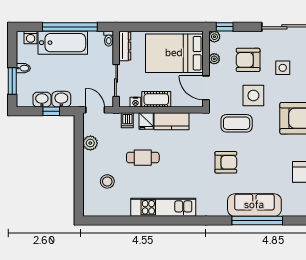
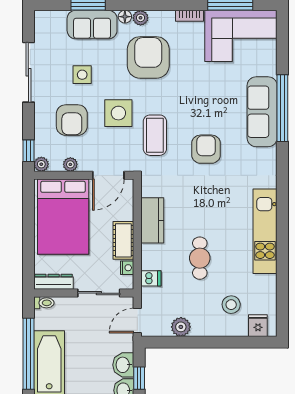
fridge: (146, 121) -> (258, 326), moved, turned -90

